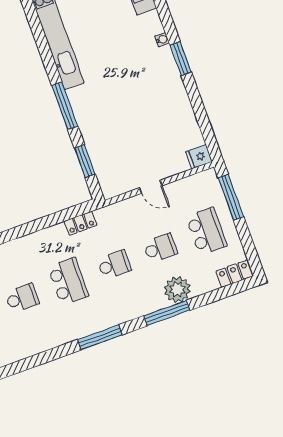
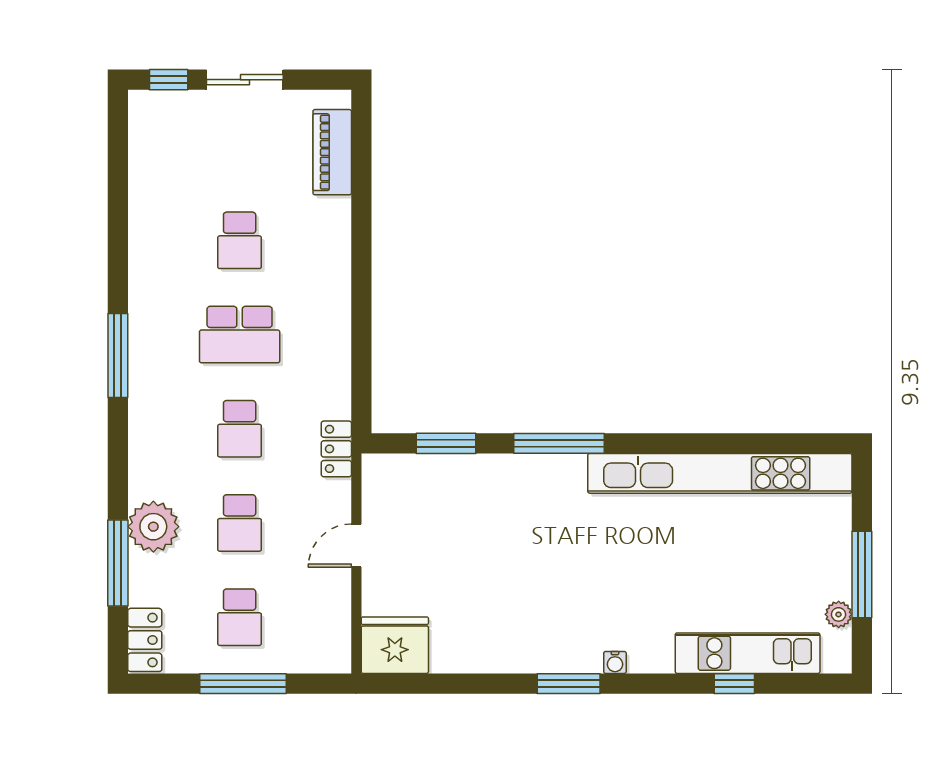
fridge: (199, 157) -> (395, 645), width x1.88, depth x1.34
window: (231, 197) -> (243, 684), moved
locker: (81, 223) -> (336, 449), moved
school desk: (206, 231) -> (240, 617), width x0.54
window: (167, 313) -> (118, 563), moved

